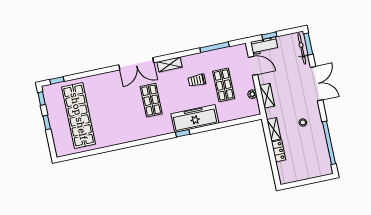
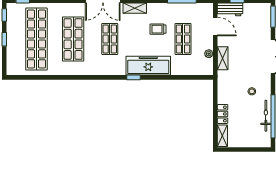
bicycle: (302, 49) -> (266, 116), moved
shop shelf: (115, 108) -> (73, 39), added
shelving: (274, 129) -> (222, 136), moved

